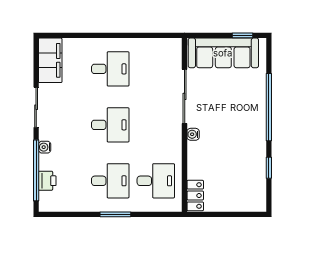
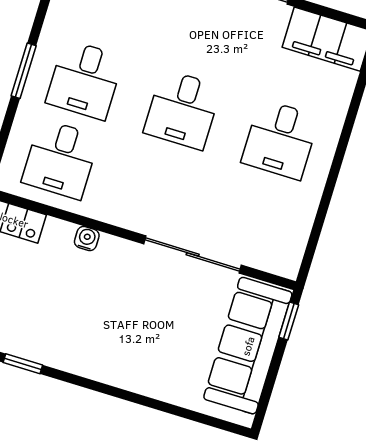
window: (243, 35) -> (289, 321), moved
window: (269, 107) -> (129, 396), removed
water cooler: (193, 134) -> (87, 239), moved

